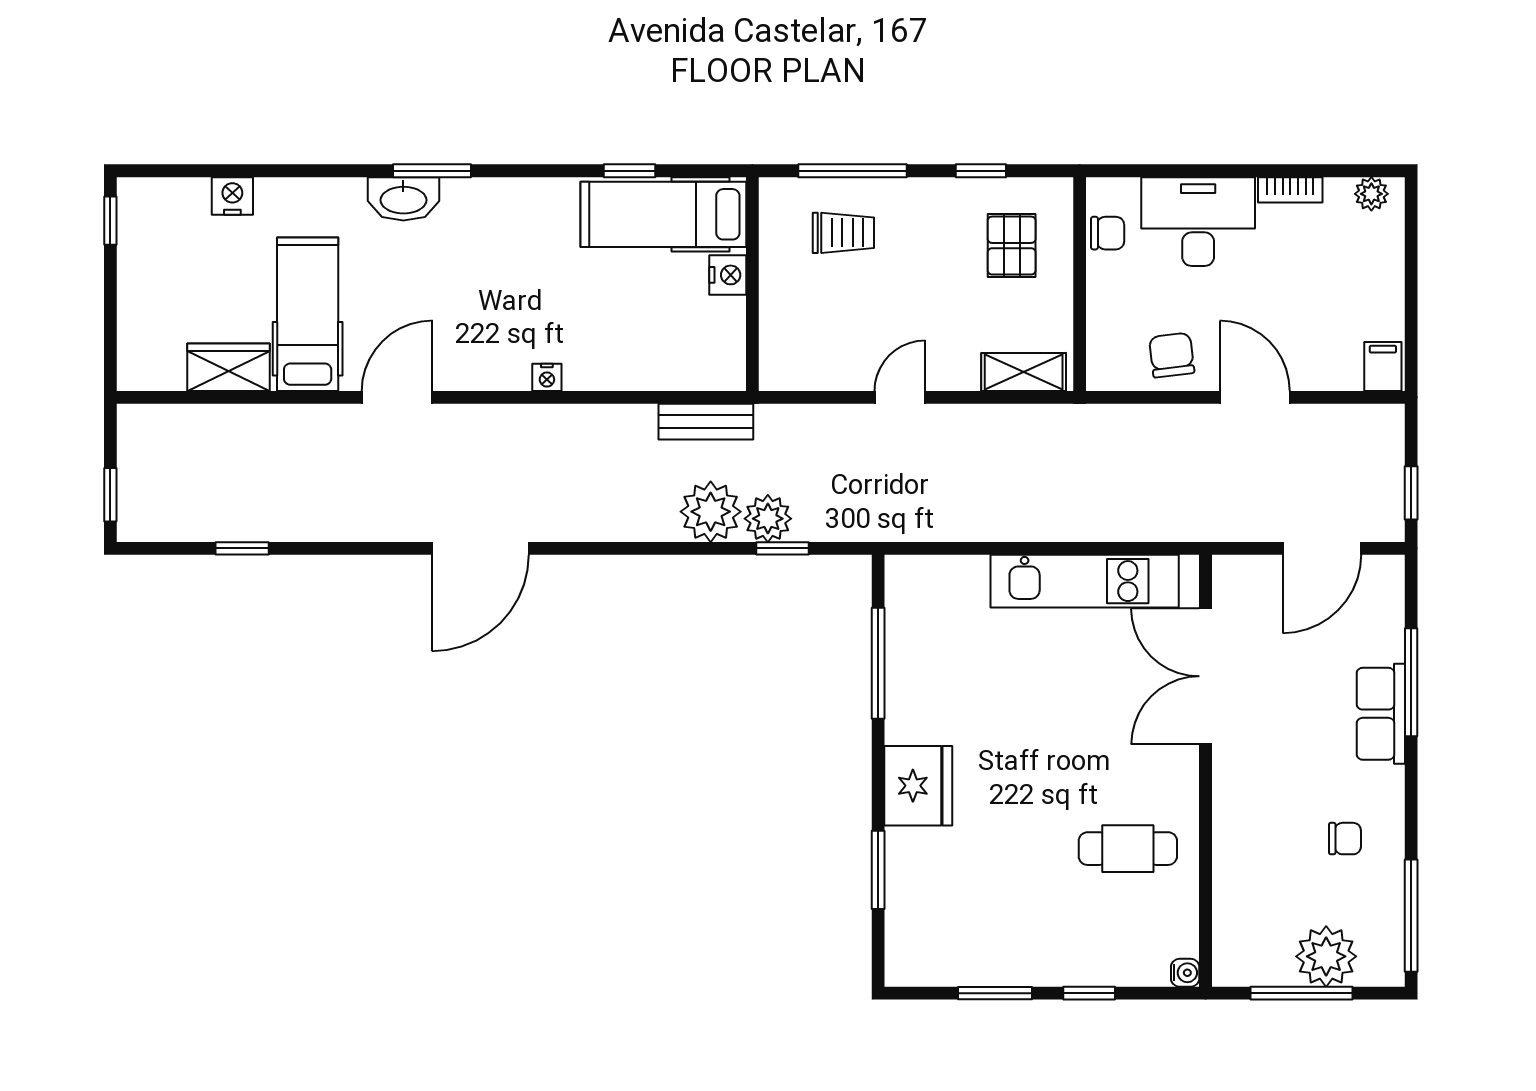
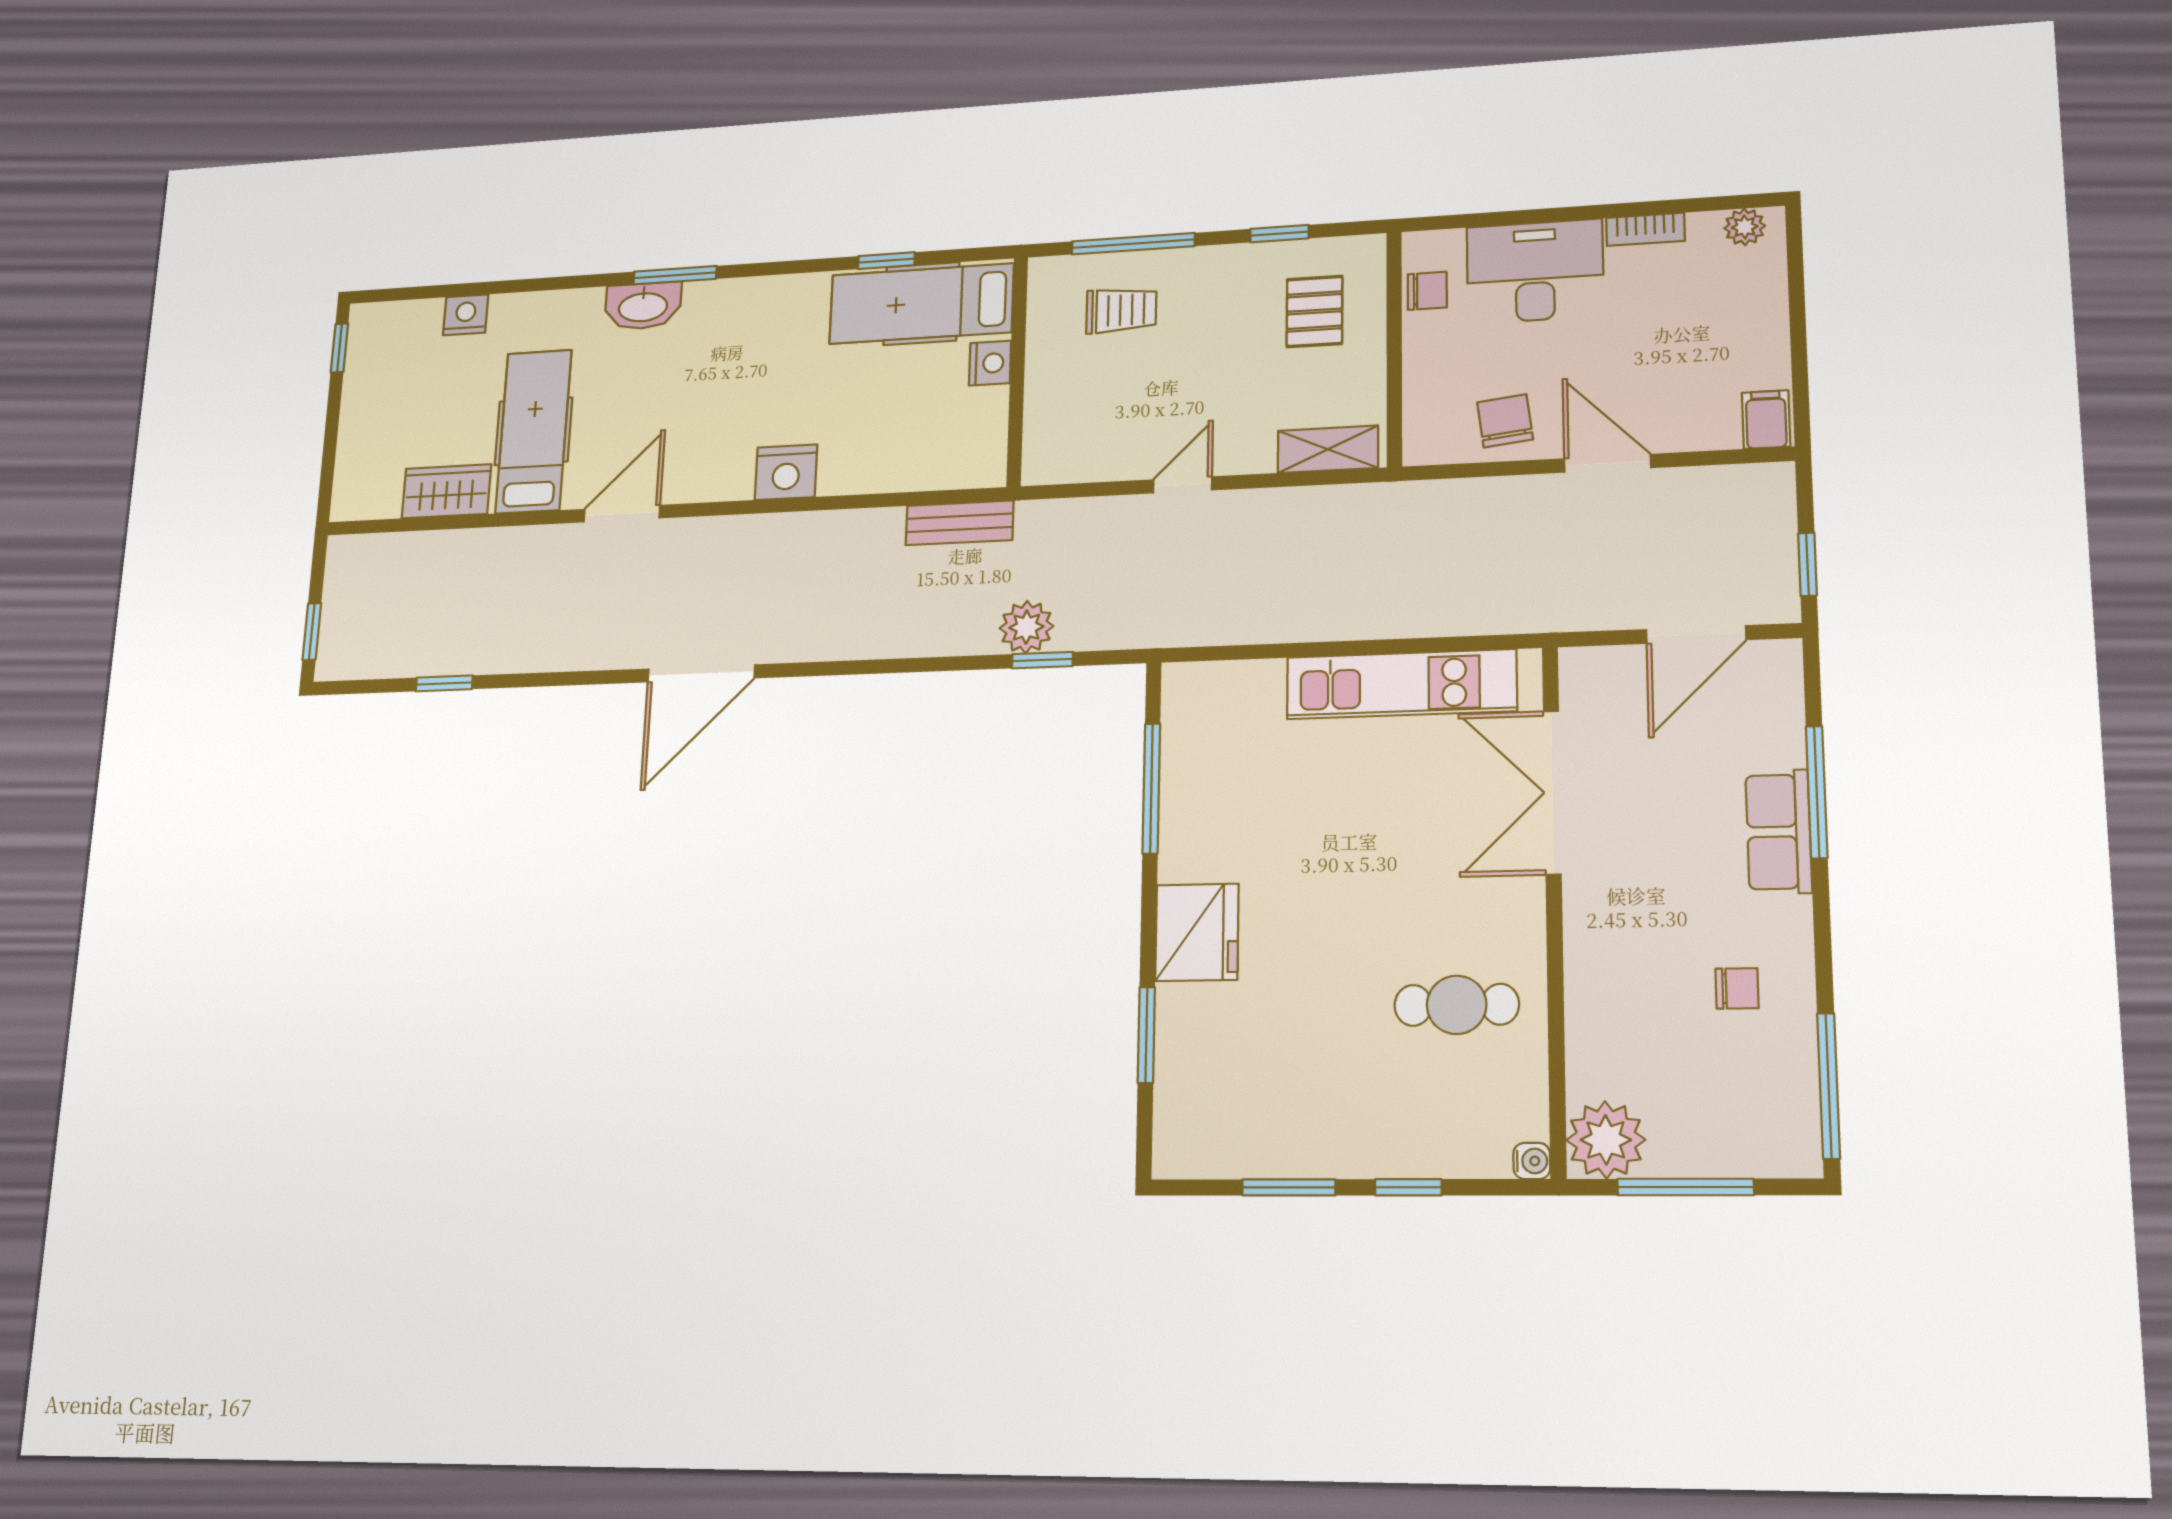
nightstand: (547, 377) -> (786, 472), width x1.89, depth x1.79
plant: (711, 512) -> (961, 622), removed
plant: (1326, 956) -> (1606, 1140), moved

